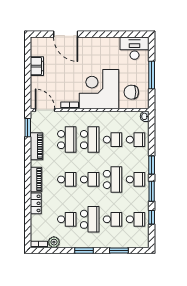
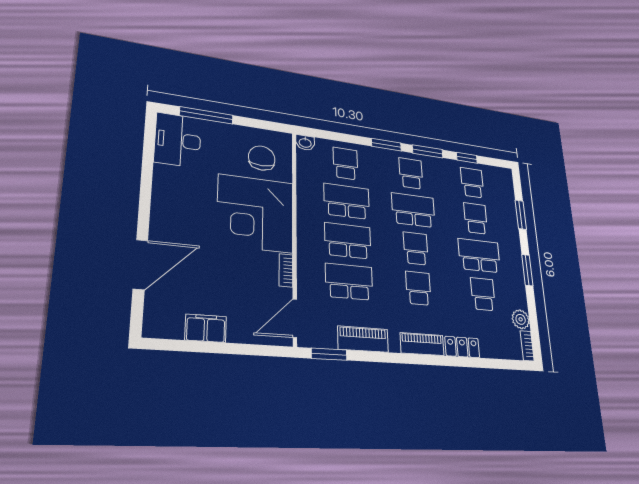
window: (152, 75) -> (206, 115), moved
chair: (131, 92) -> (262, 158), turned 180
school desk: (113, 140) -> (347, 201), width x1.85

